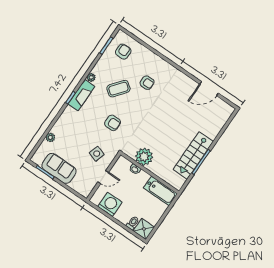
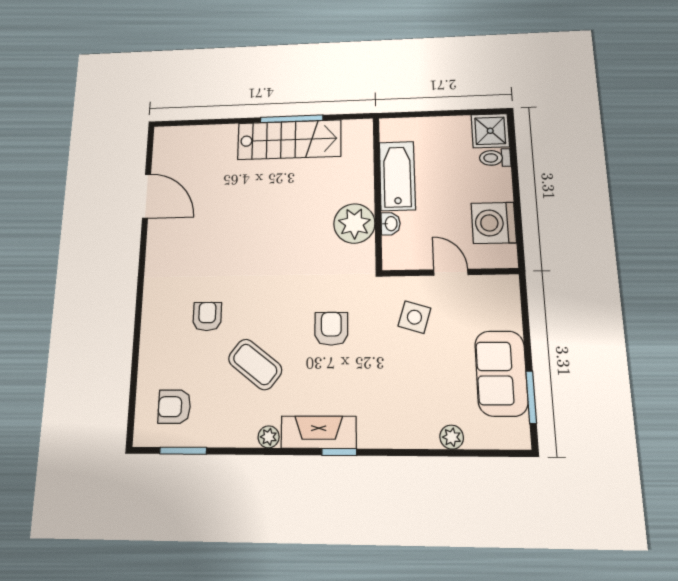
bathtub: (160, 191) -> (397, 176), moved

